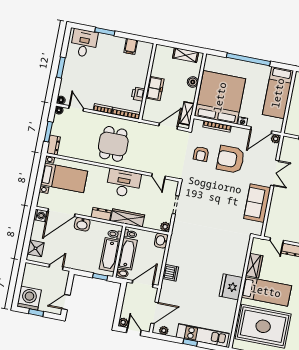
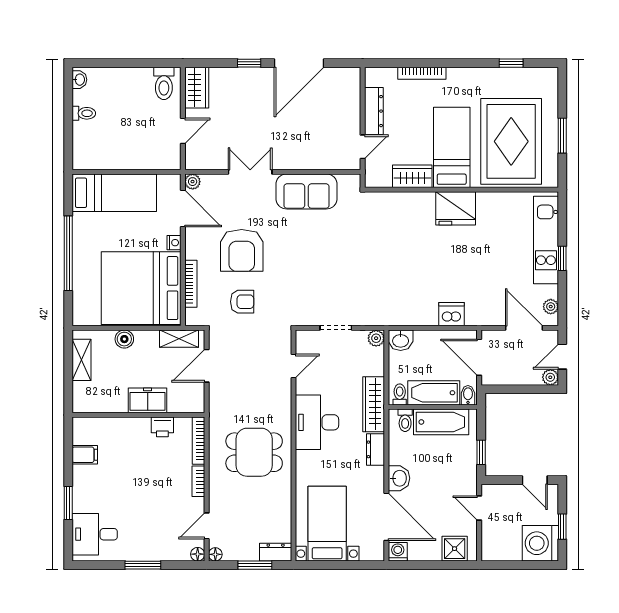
door: (168, 126) -> (207, 366), hinge flipped
window: (100, 277) -> (481, 452), moved

